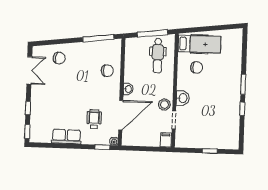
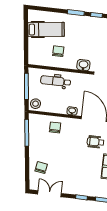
hospital bed: (199, 44) -> (46, 29), moved, turned 83
dental chair: (158, 56) -> (56, 81), moved, turned 180
stool: (164, 105) -> (36, 104), moved

